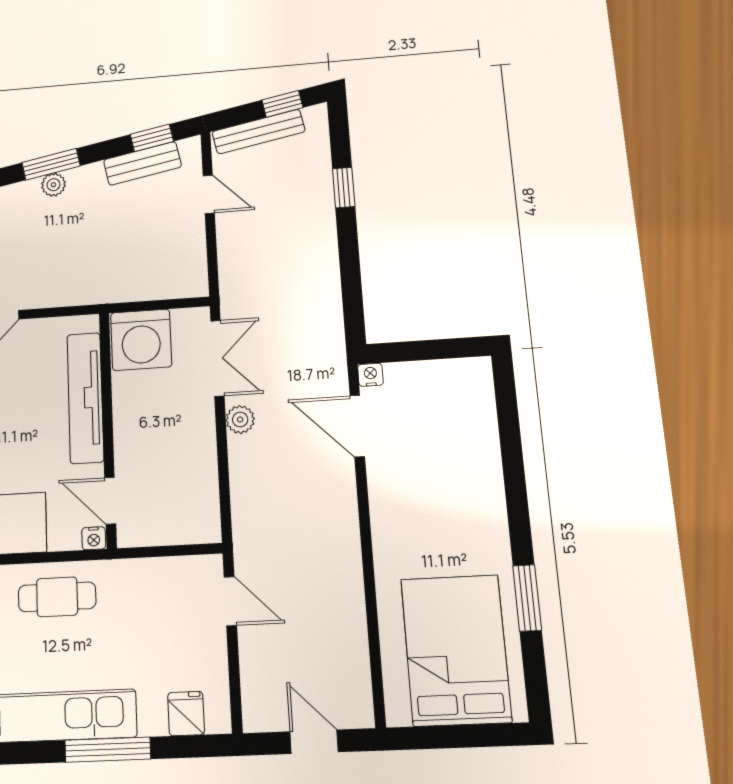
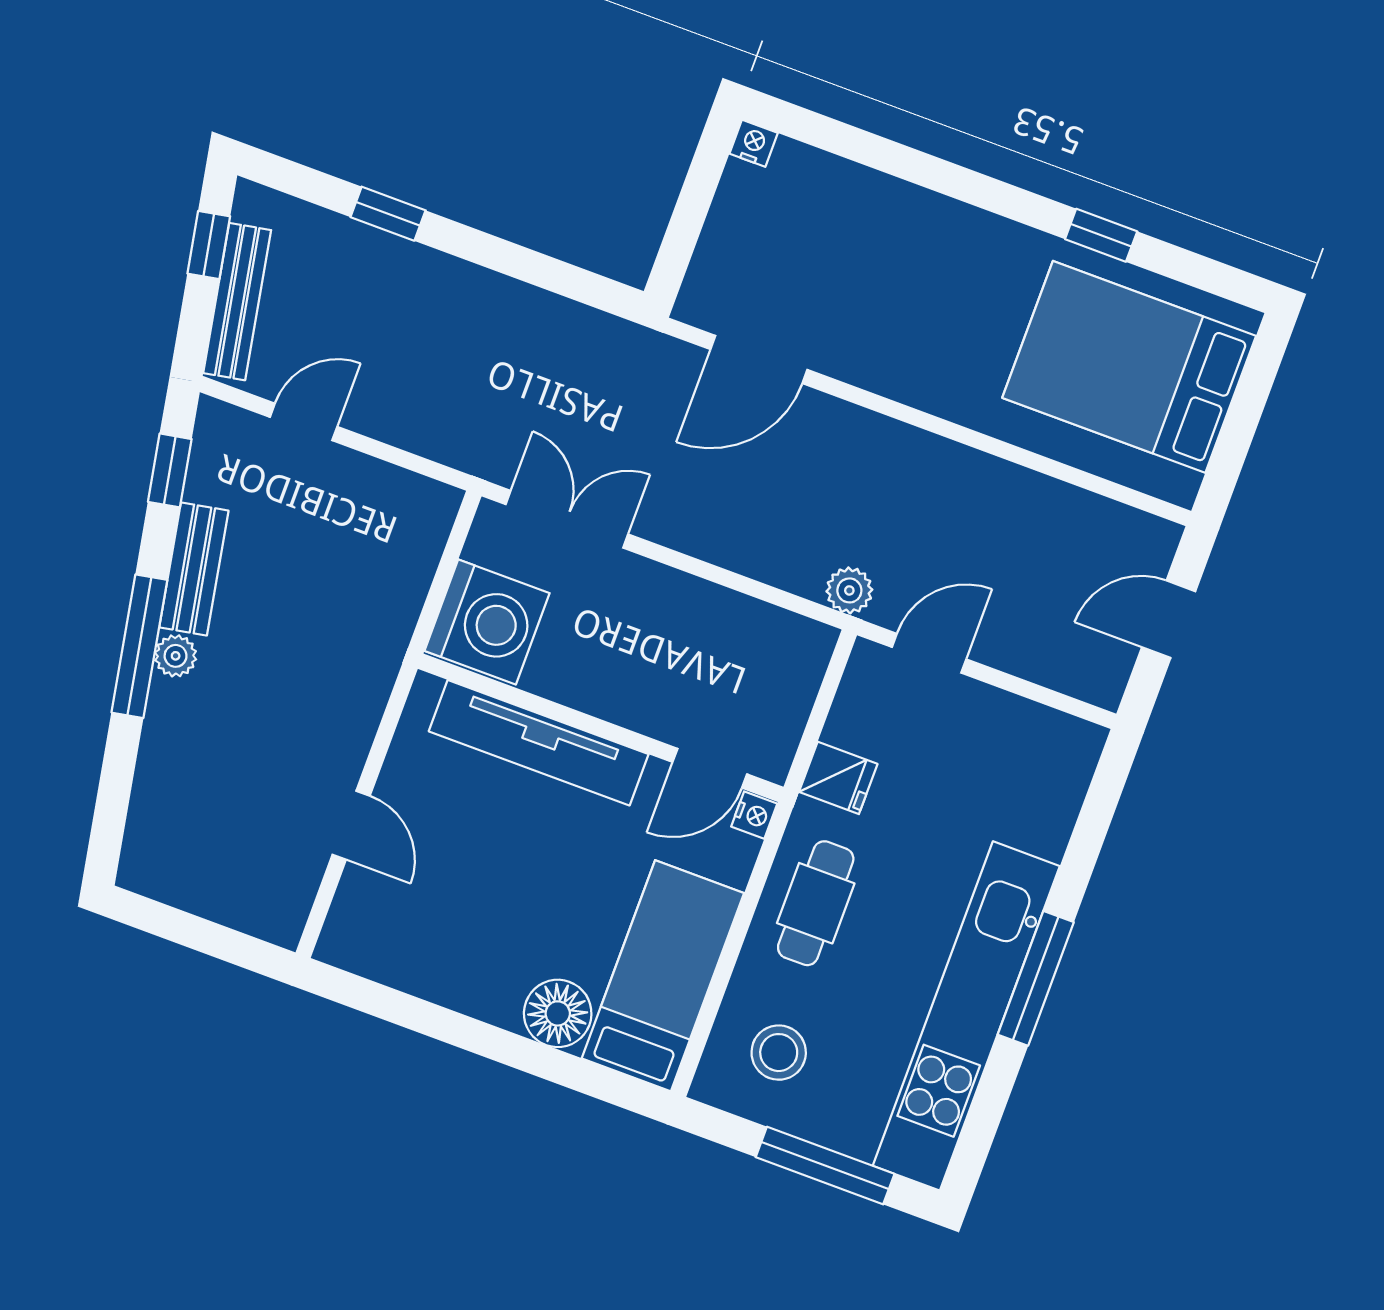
bench: (142, 163) -> (194, 569), moved
window: (51, 164) -> (139, 646), width x1.44
nightstand: (370, 375) -> (754, 143), moved, turned 90
plant: (240, 419) -> (849, 590), moved
window: (527, 598) -> (1101, 235), width x0.67
fridge: (186, 714) -> (838, 778), moved, turned 180
window: (108, 750) -> (1036, 978), moved

